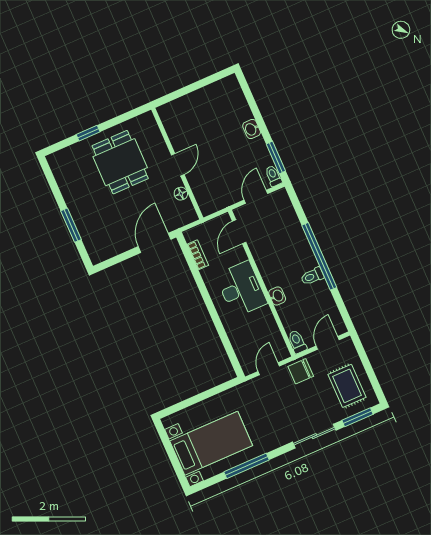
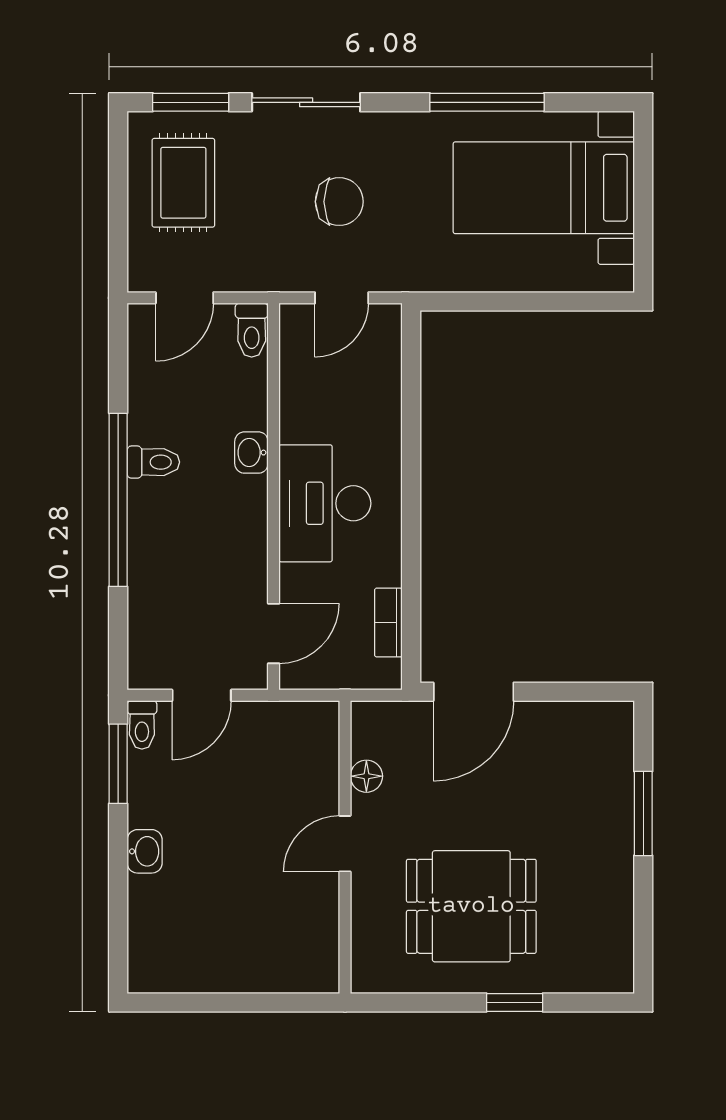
dining table: (120, 162) -> (471, 906), turned 90
chair: (301, 371) -> (339, 202), moved

